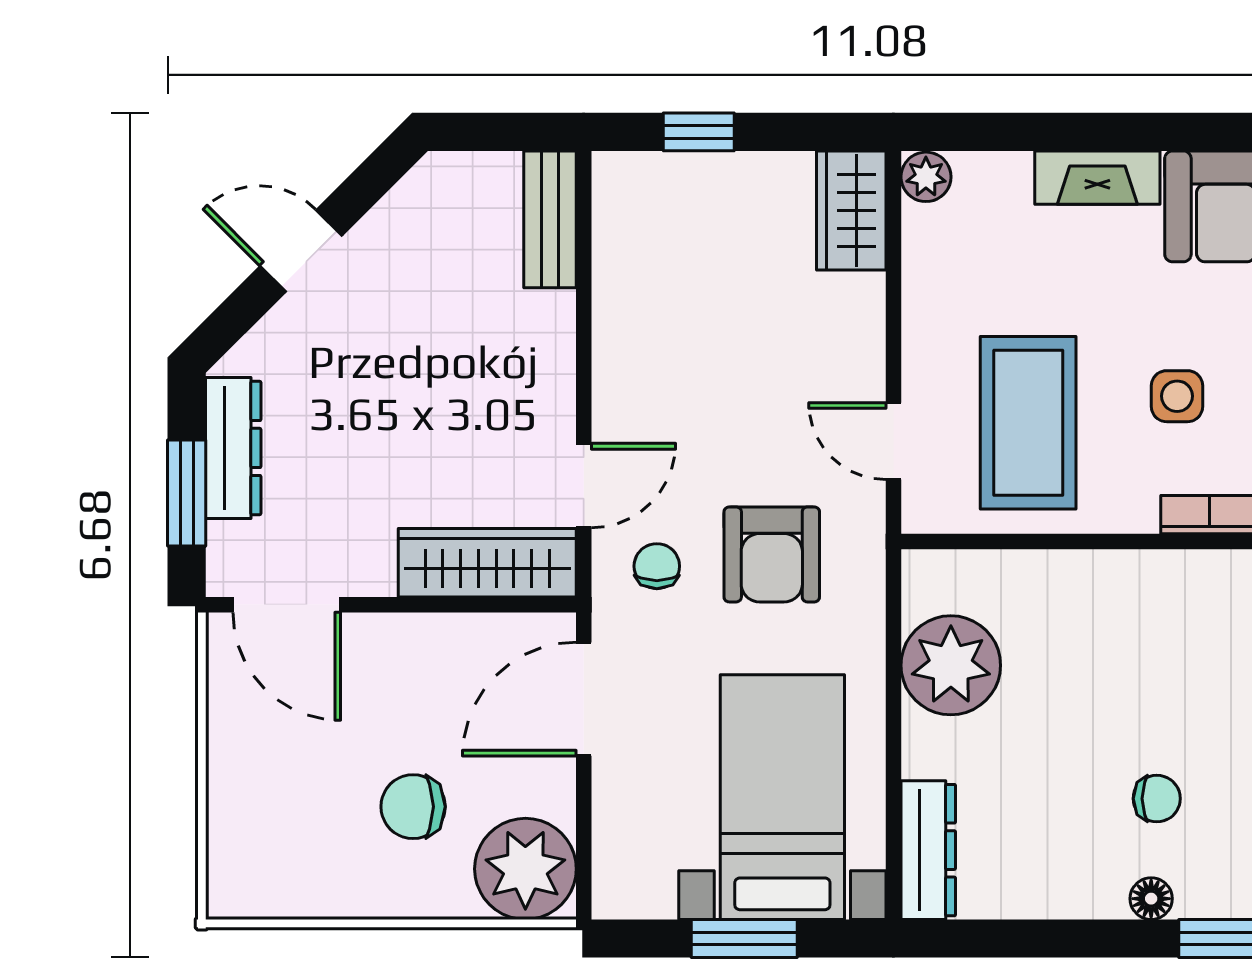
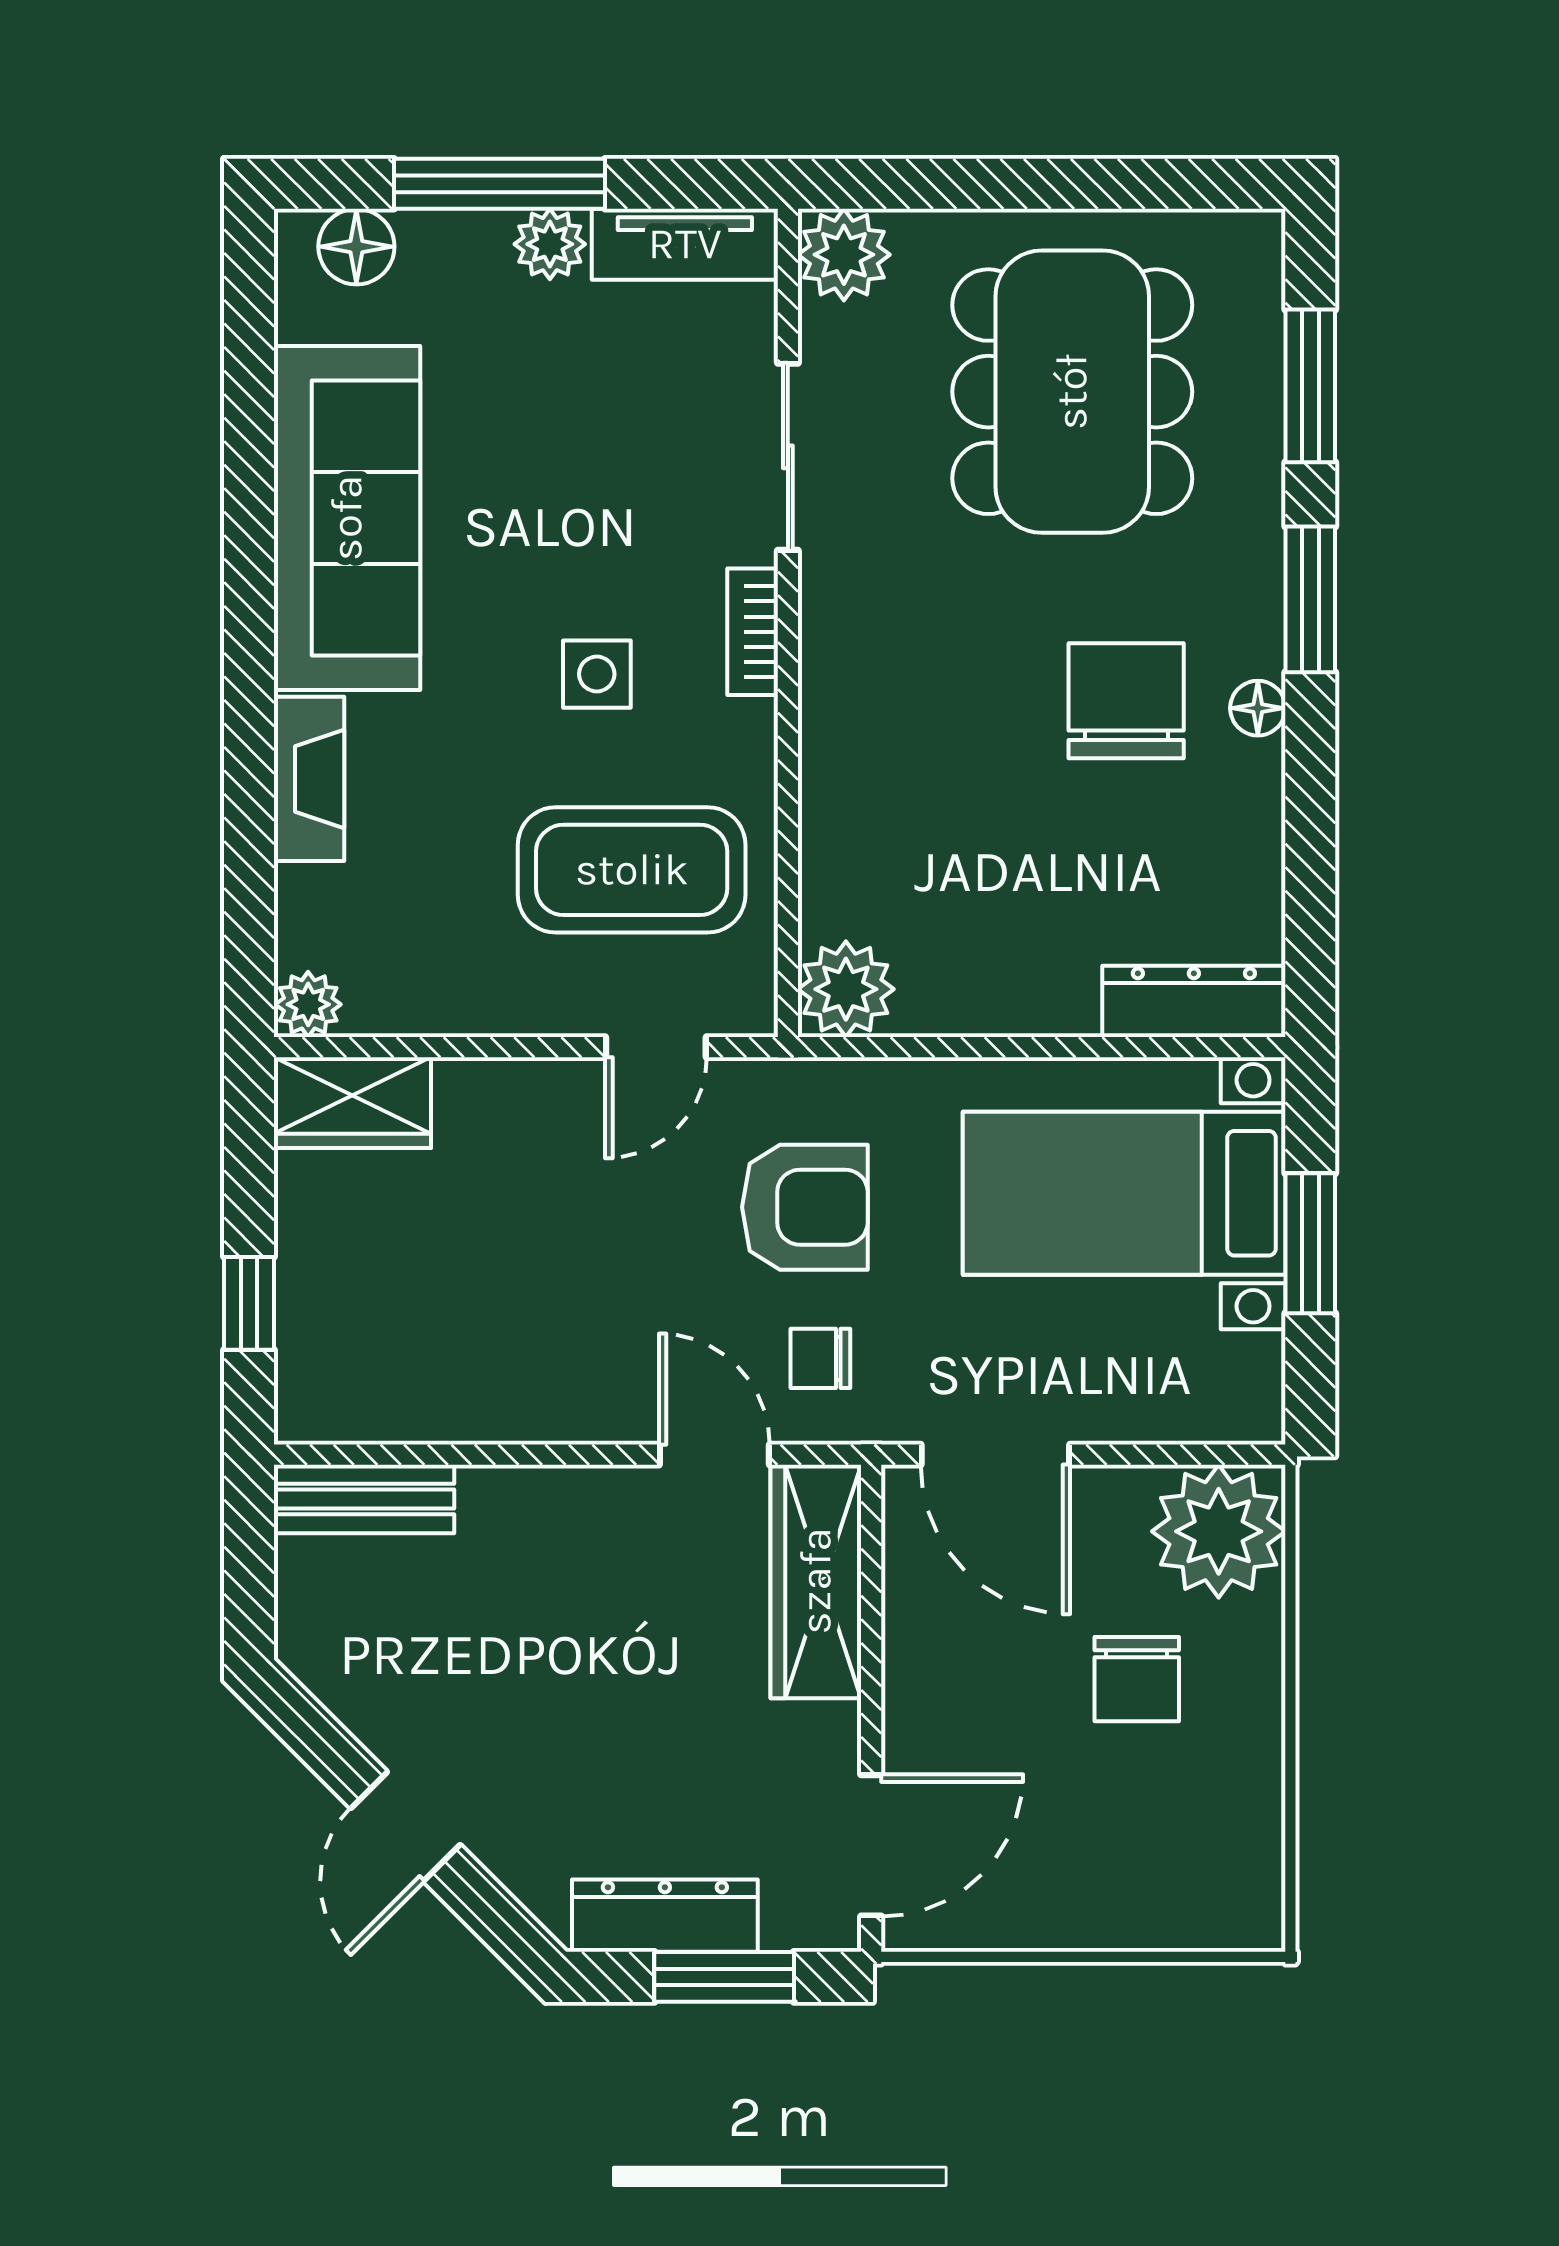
plant: (951, 665) -> (846, 989), moved, width x0.73, depth x0.73
chair: (1157, 799) -> (1126, 701), width x1.87, depth x1.87

